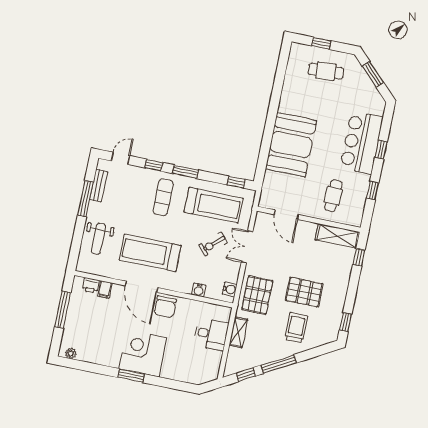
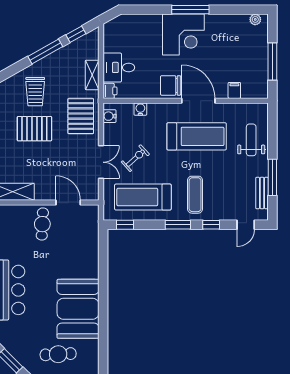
booth: (291, 145) -> (78, 309), moved
cafe table: (333, 196) -> (42, 224), moved
printer: (91, 285) -> (110, 91), moved, turned 90
chair: (165, 307) -> (171, 85), turned -90
window: (131, 376) -> (190, 10), width x1.44

